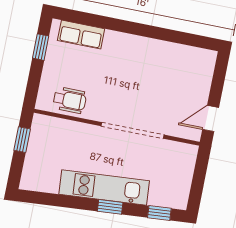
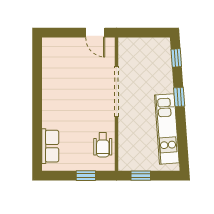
window: (41, 47) -> (86, 176), moved
wheelchair: (70, 100) -> (103, 145), turned 180
kitchen unit: (104, 187) -> (167, 129), moved

